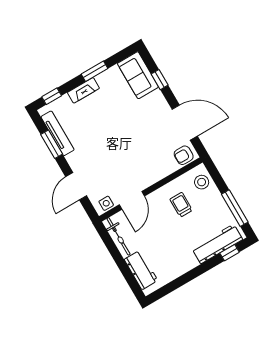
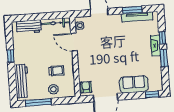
sofa: (138, 75) -> (134, 84), moved
window: (160, 80) -> (152, 94), moved
window: (52, 96) -> (162, 38), moved
stool: (202, 182) -> (53, 89), moved
window: (230, 253) -> (11, 56), moved

